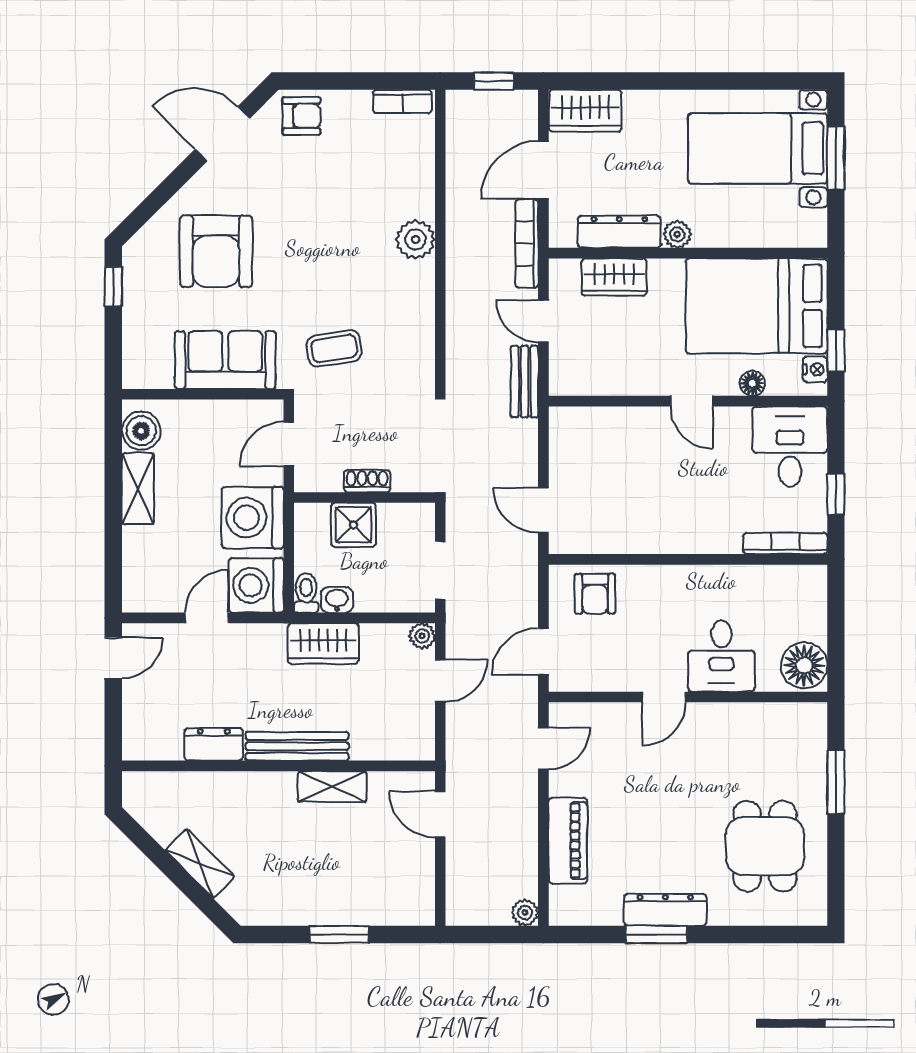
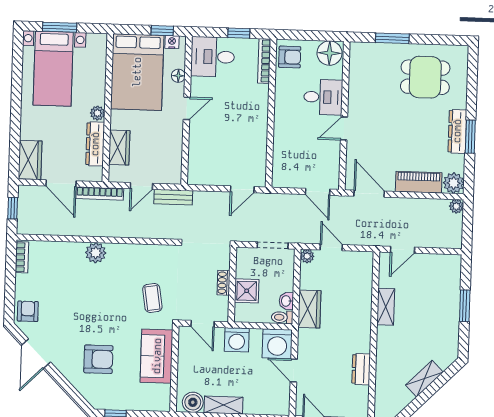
armchair: (216, 251) -> (98, 359), width x0.73, depth x0.73
washing machine: (253, 518) -> (237, 340), width x0.73, depth x0.73
armchair: (595, 594) -> (290, 57), moved
door: (664, 697) -> (344, 128), swing flipped
bench: (297, 746) -> (364, 325), removed
door: (543, 748) -> (369, 194), width x1.38
plant: (568, 906) -> (454, 183), added

